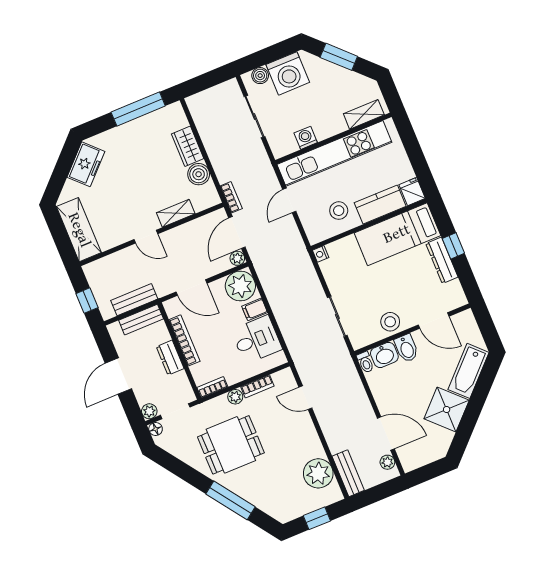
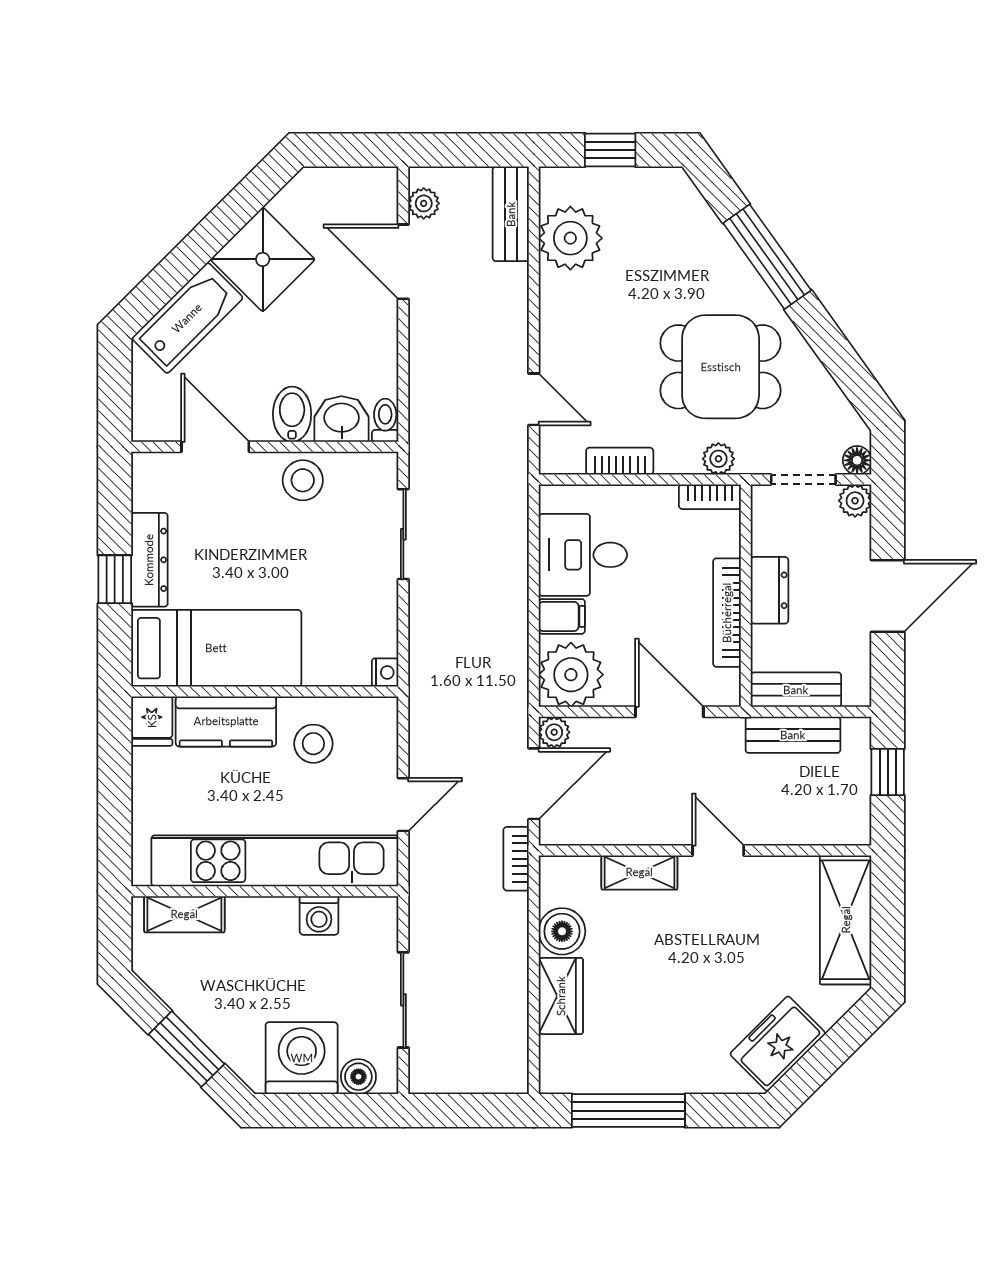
plant: (235, 397) -> (718, 459), moved

